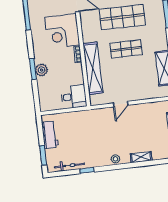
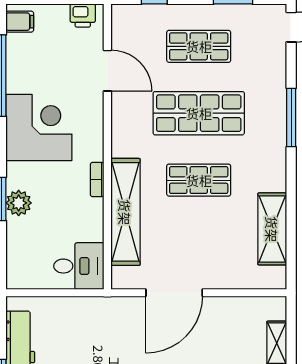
corner desk: (62, 31) -> (39, 128), moved, turned 180
door: (121, 104) -> (174, 293), width x1.87

